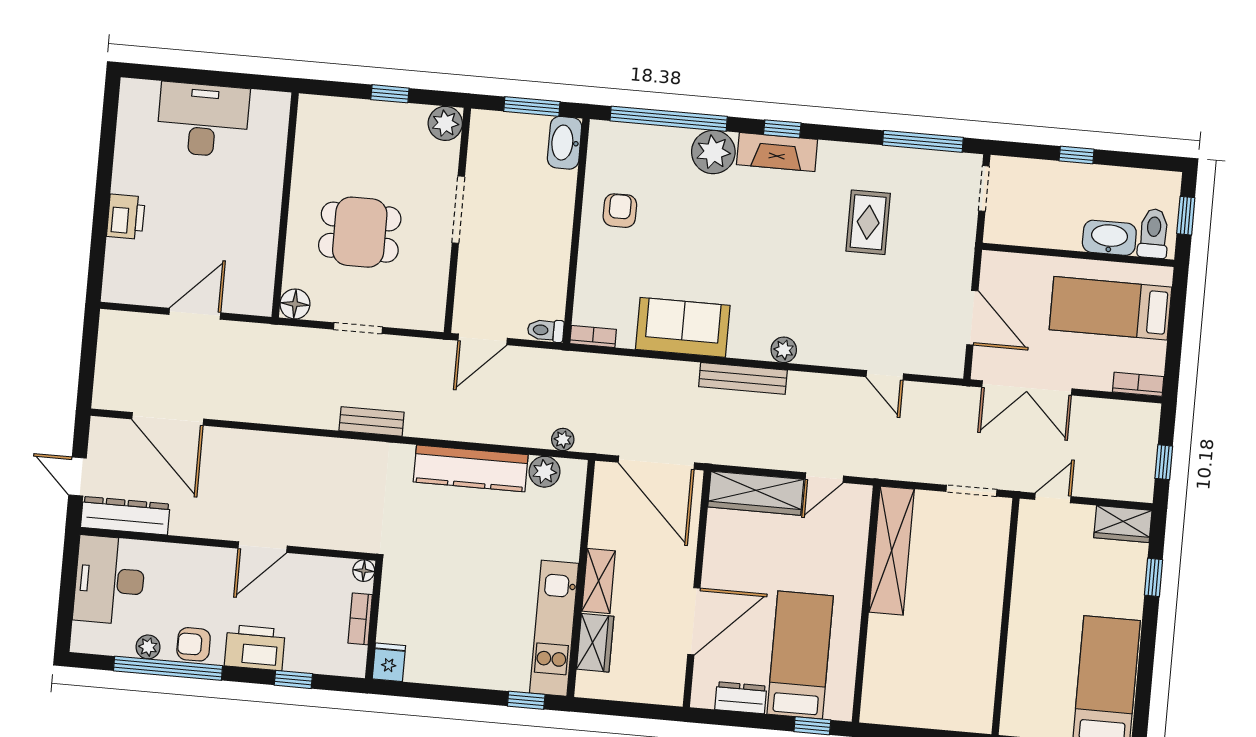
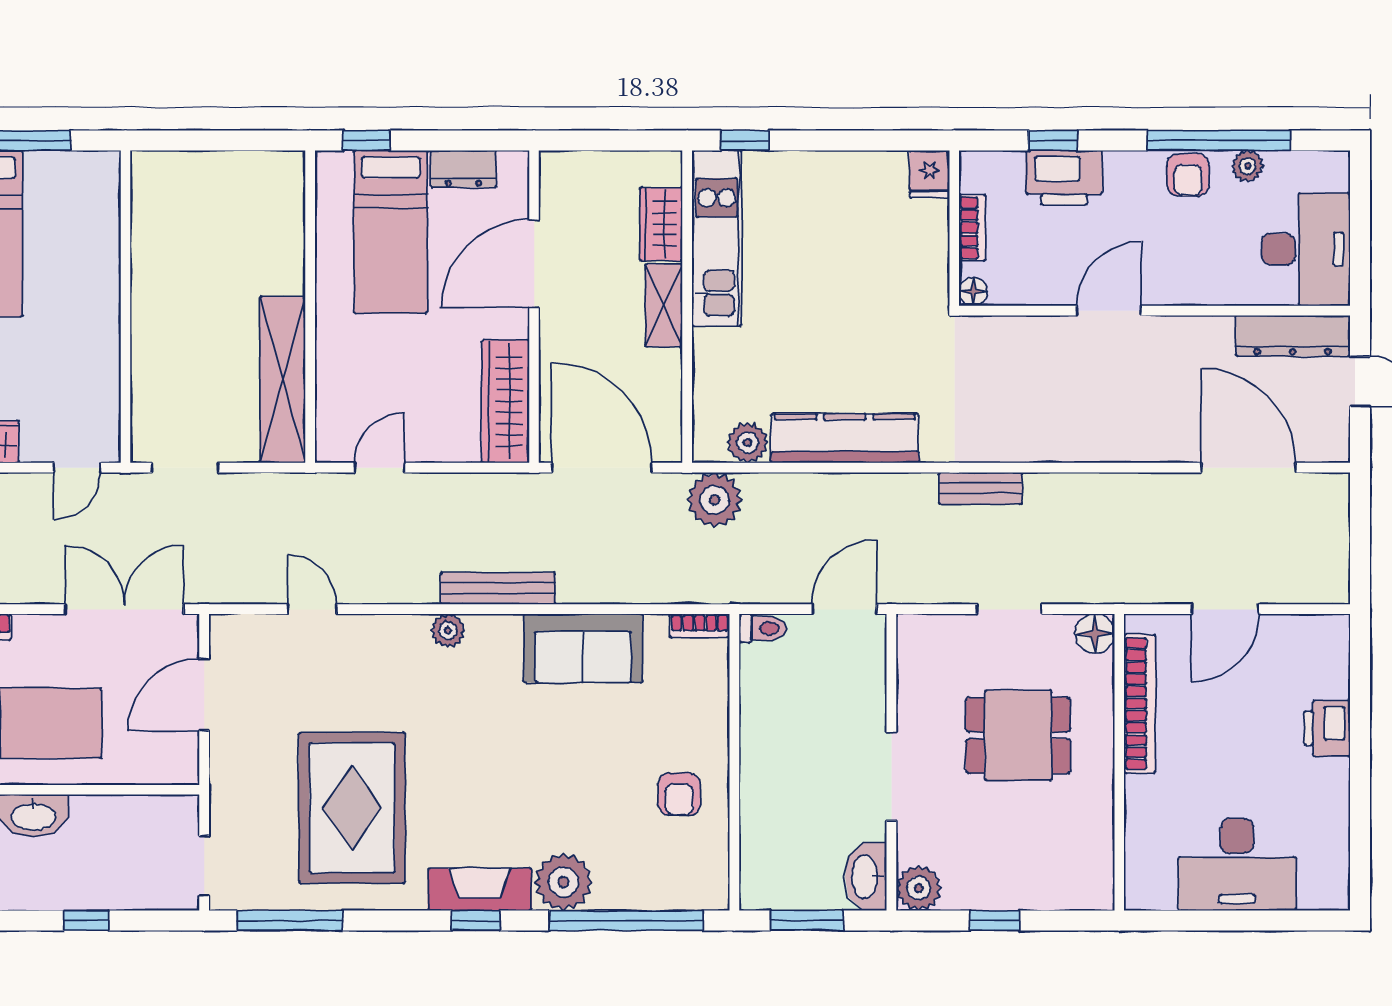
washbasin: (565, 143) -> (866, 877), moved, turned 180
rug: (868, 222) -> (352, 808), width x1.86, depth x2.06
bookcase: (266, 248) -> (1140, 704), added
door: (972, 318) -> (204, 695), hinge flipped
plant: (563, 439) -> (715, 500), width x1.88, depth x1.88
wardrobe: (756, 493) -> (506, 401), moved, turned -90
armchair: (194, 644) -> (1188, 175), turned 90
printer: (255, 648) -> (1064, 178), moved

